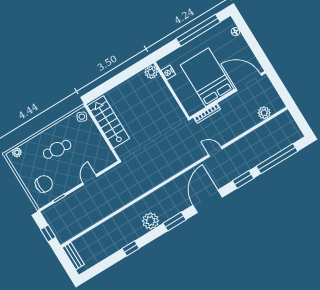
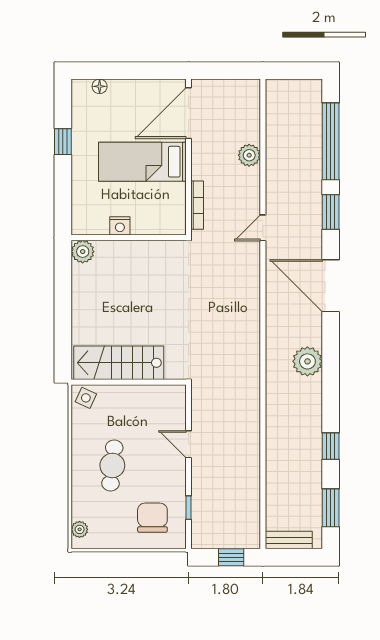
window: (198, 30) -> (63, 142), width x0.32
nightstand: (168, 72) -> (120, 226), moved
bed: (207, 77) -> (142, 162), width x0.67
plant: (264, 113) -> (249, 155), moved
plant: (151, 221) -> (307, 361), moved
window: (175, 221) -> (331, 508), moved

